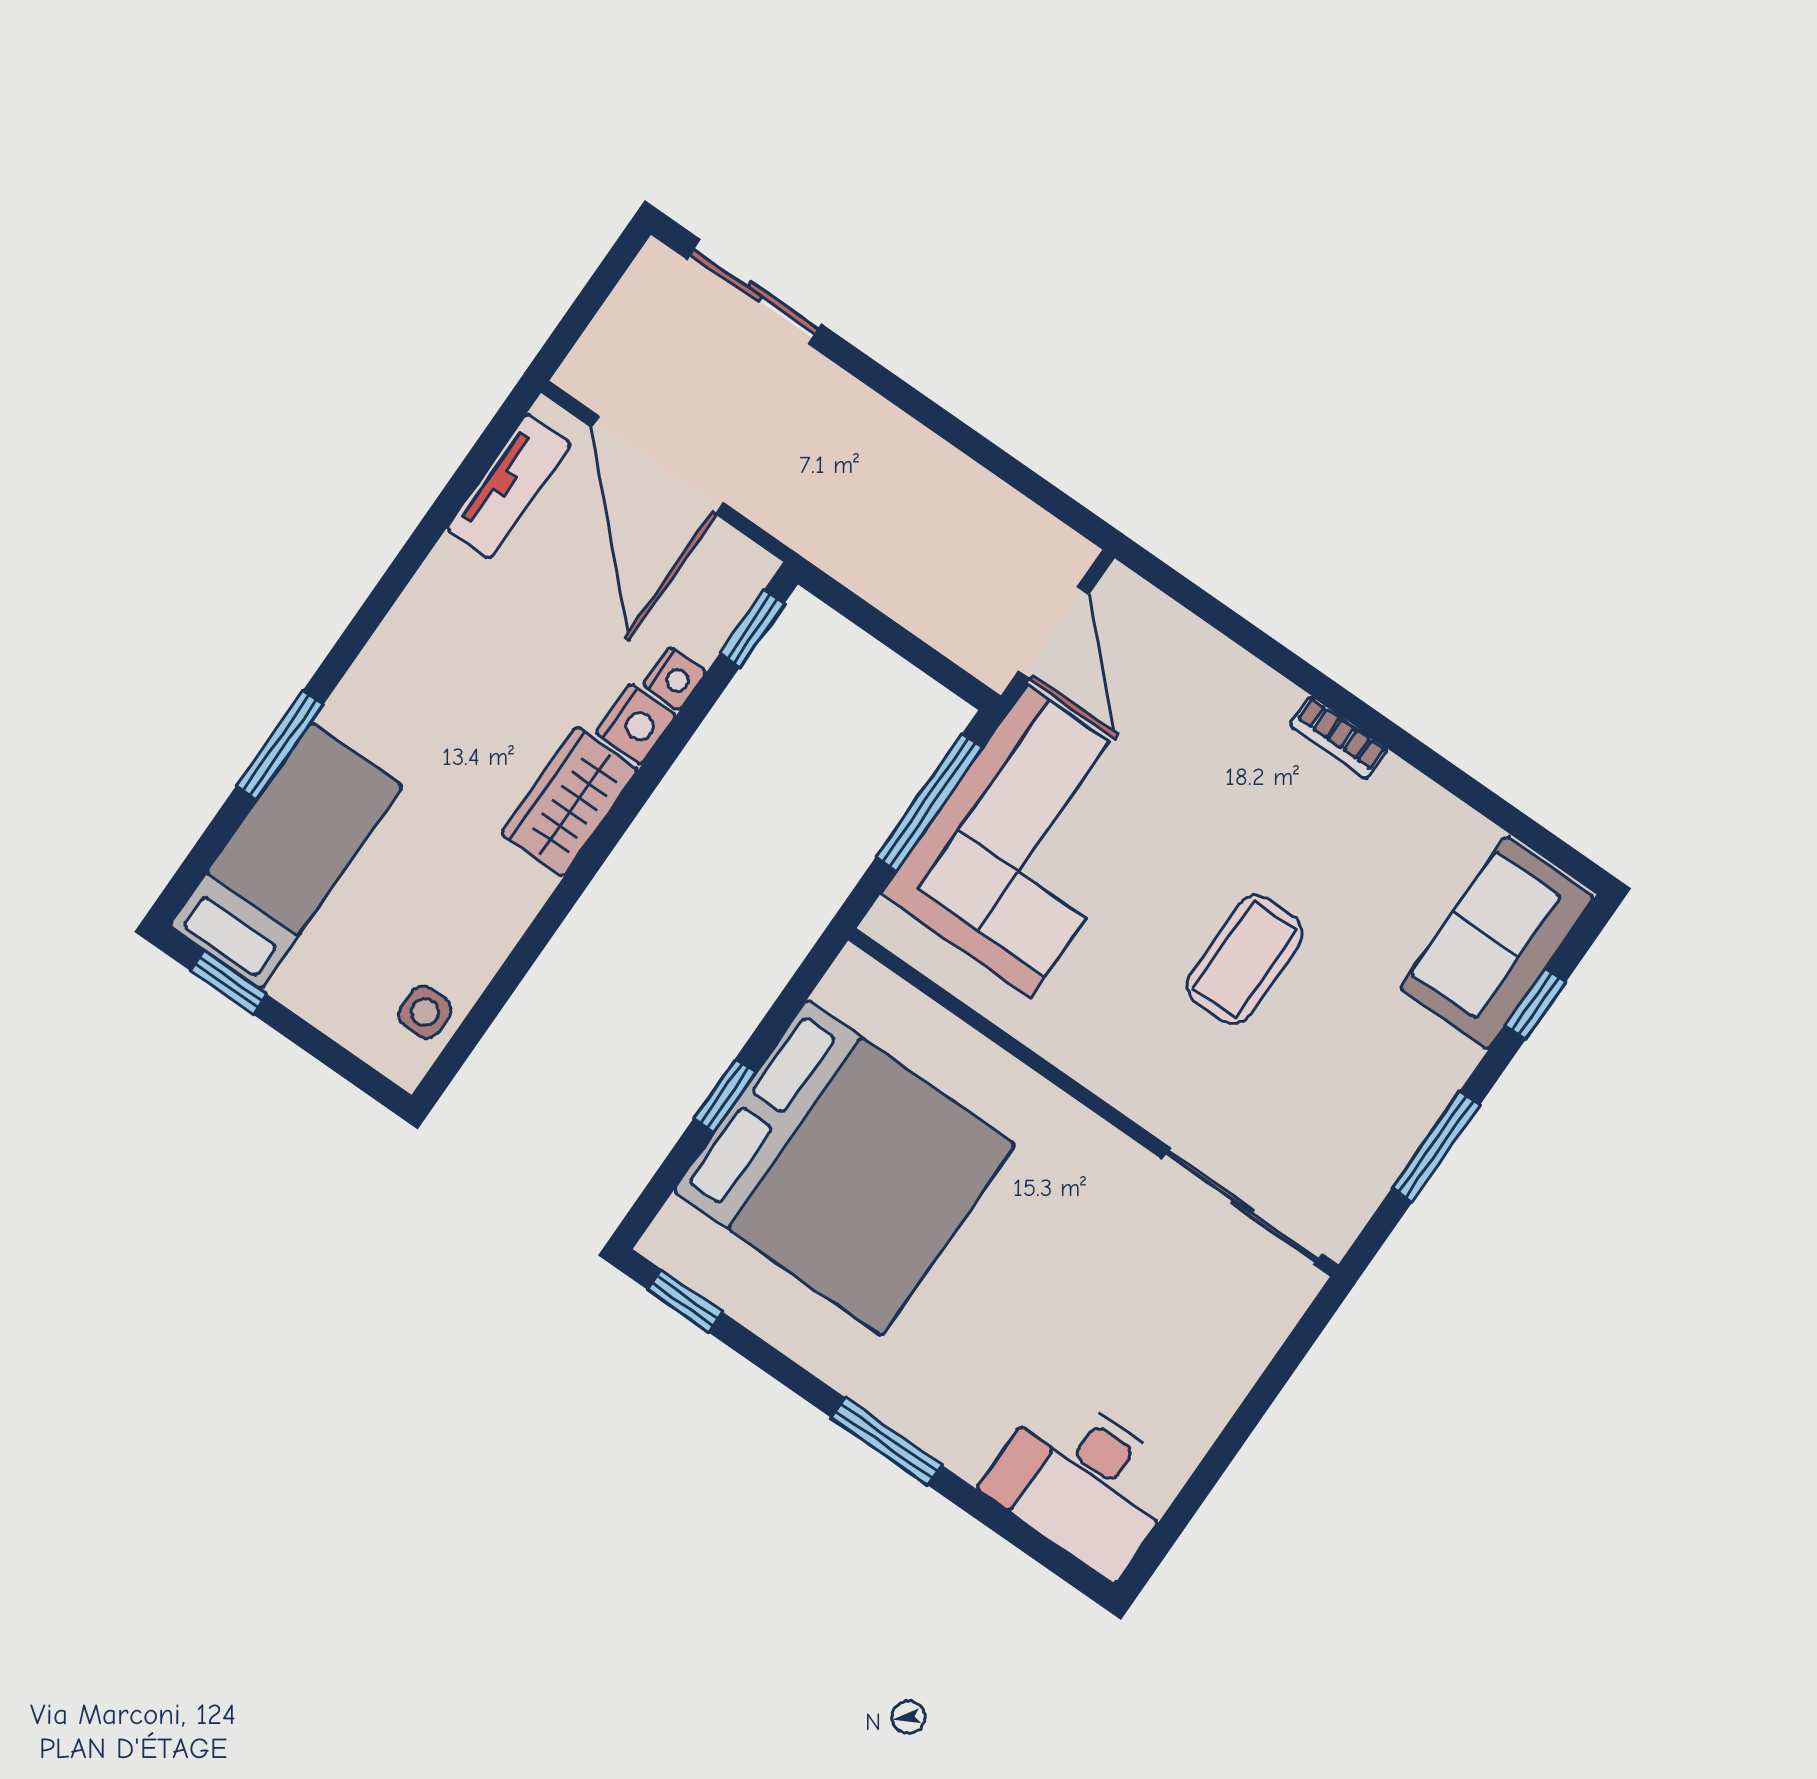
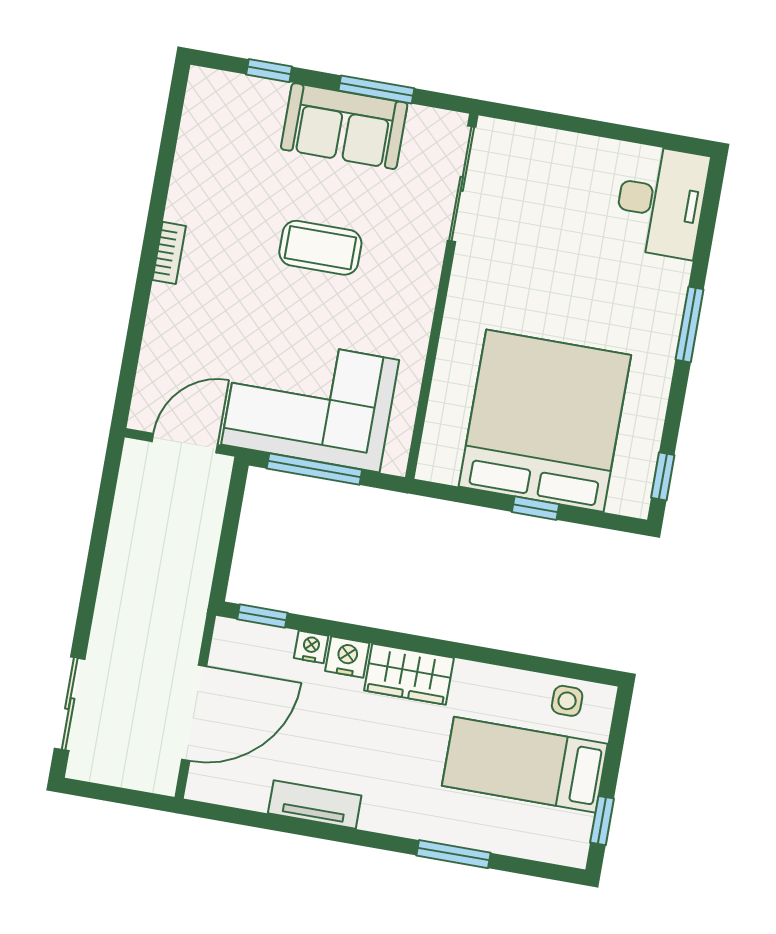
tv unit: (509, 486) -> (315, 804), moved
bed: (286, 856) -> (525, 765), moved
sofa: (1497, 943) -> (344, 126), moved

